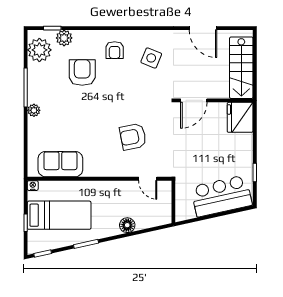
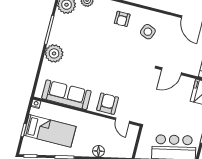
armchair: (82, 72) -> (94, 29), removed
plant: (34, 110) -> (54, 53), width x1.88, depth x1.88
armchair: (133, 137) -> (108, 104), moved, turned 101
sofa: (60, 164) -> (66, 95), width x1.36

